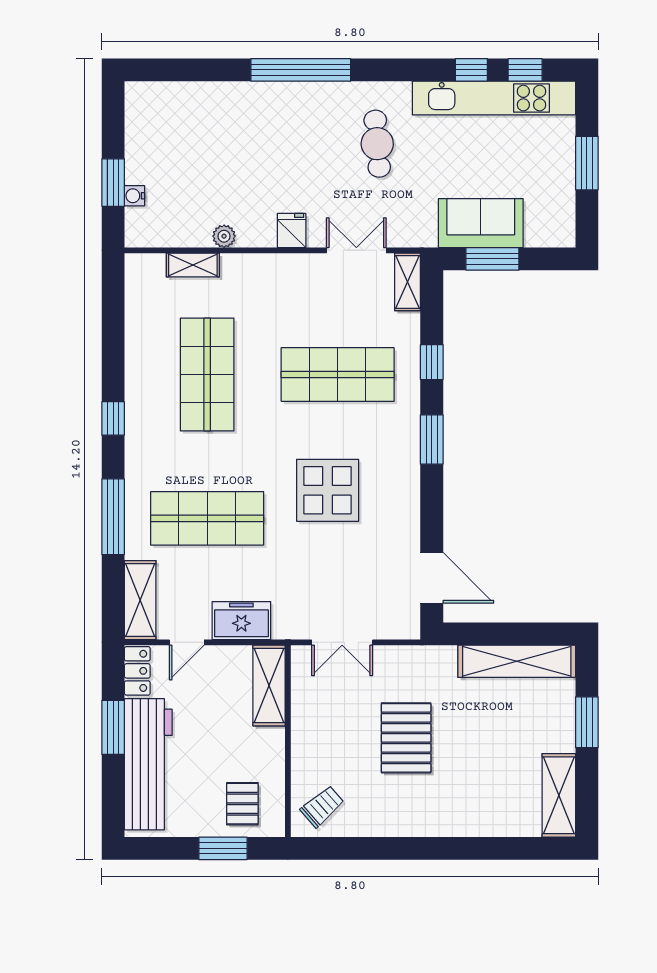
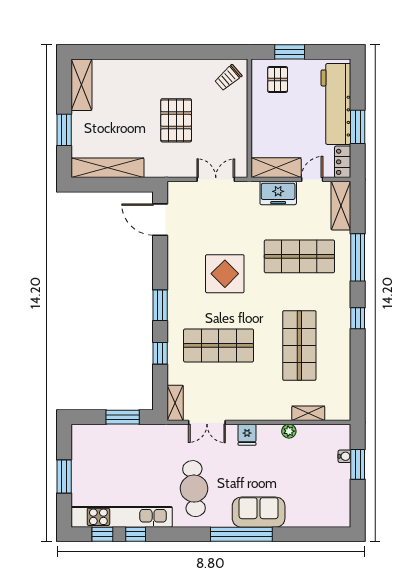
cafe table: (377, 144) -> (194, 489), width x1.37, depth x1.35
sofa: (481, 223) -> (259, 512), moved, turned 180
shelving: (269, 686) -> (276, 168), moved, turned 90

